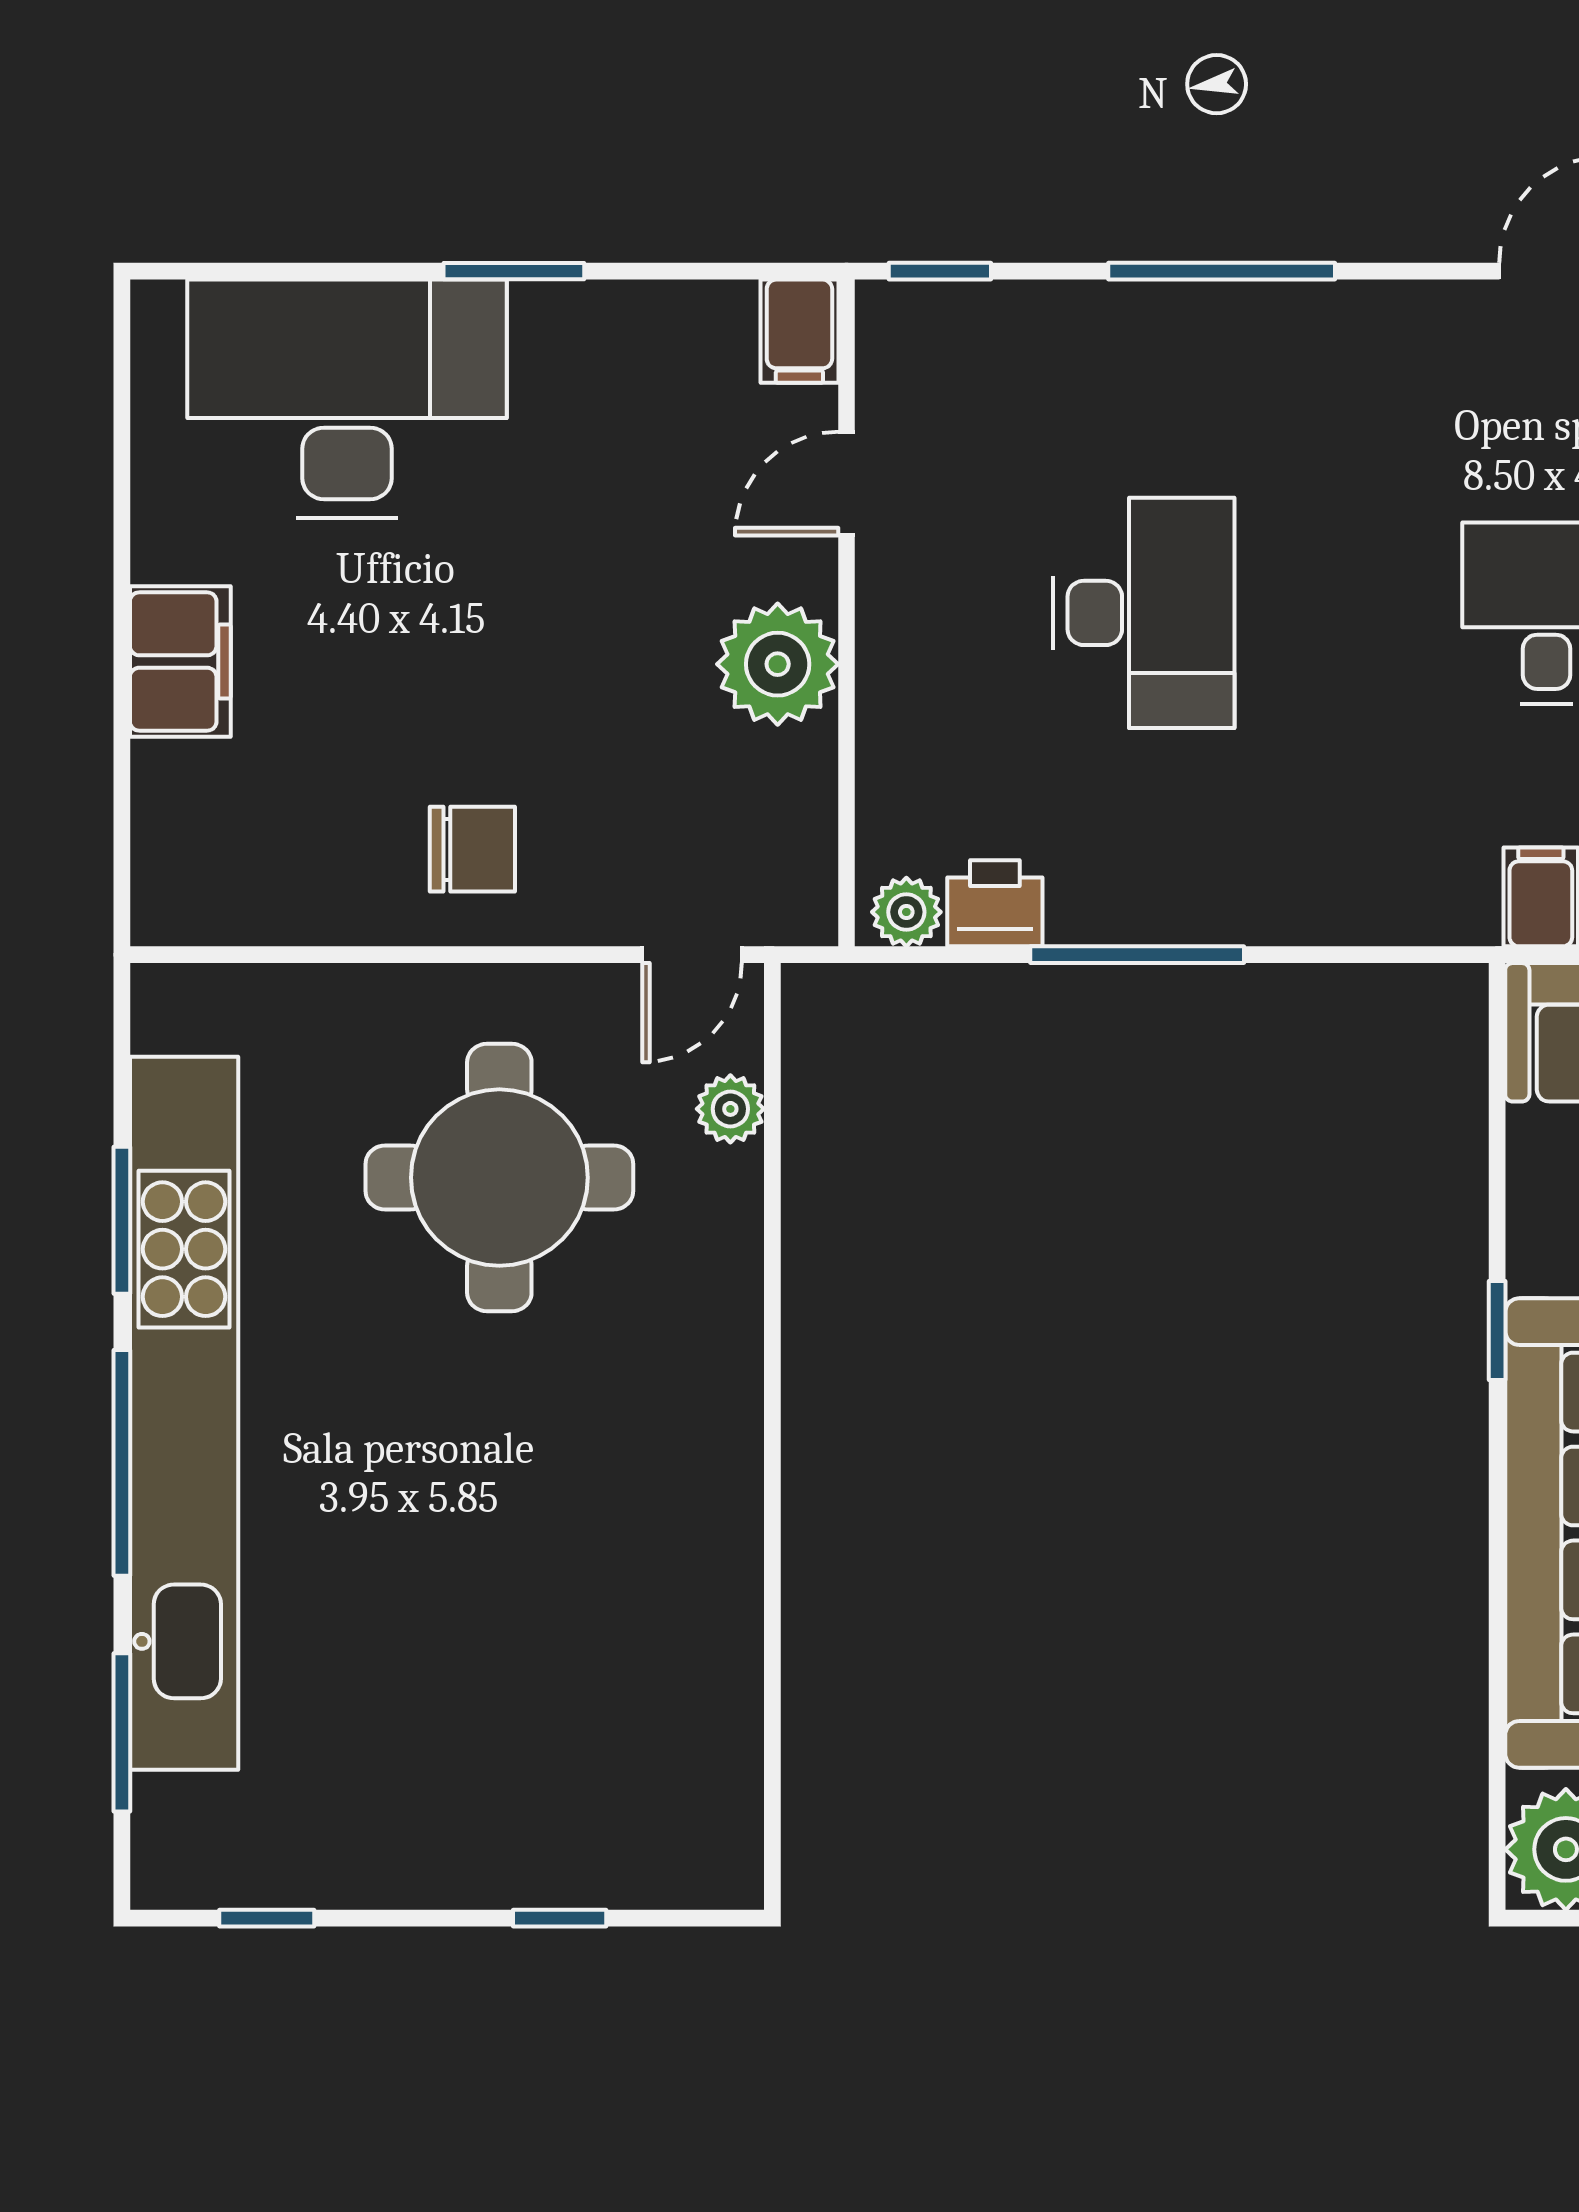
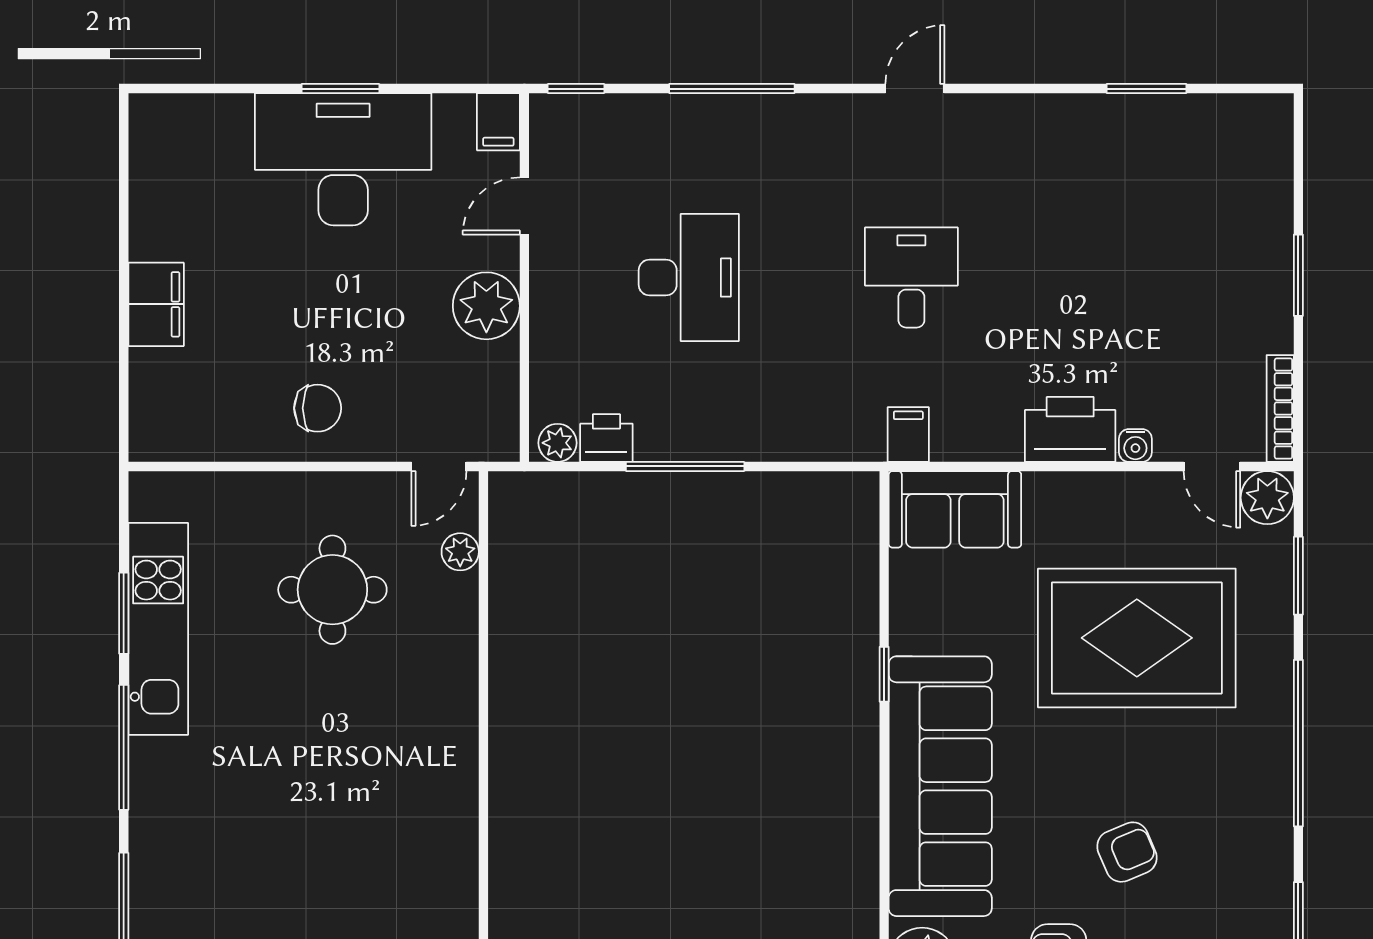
desk: (347, 399) -> (343, 159), moved
round table: (499, 1178) -> (332, 590), width x0.73, depth x0.73
kitchen unit: (184, 1413) -> (158, 629), width x0.54

